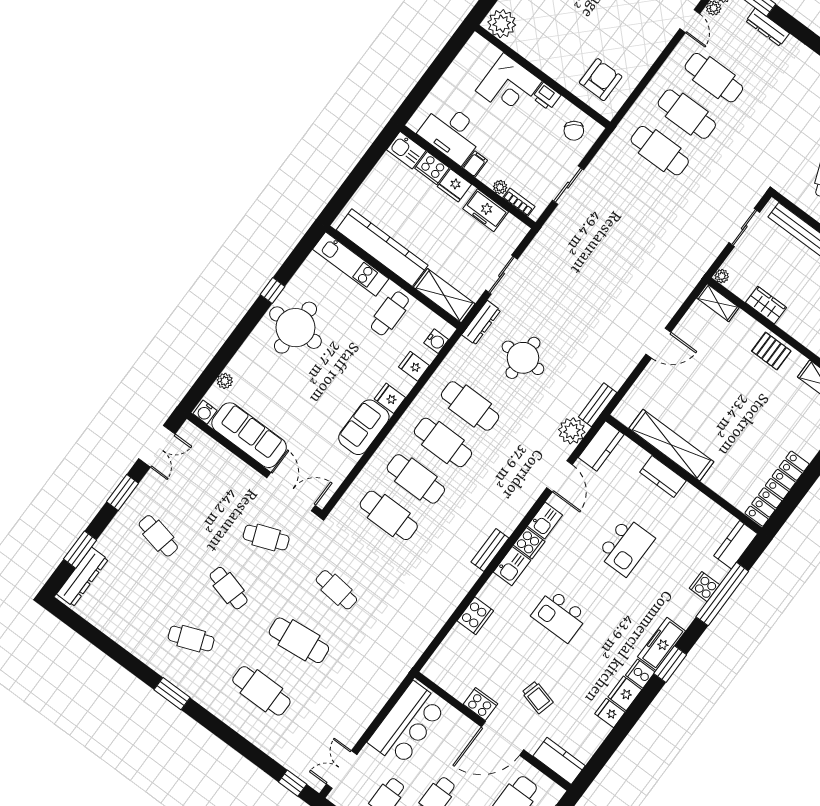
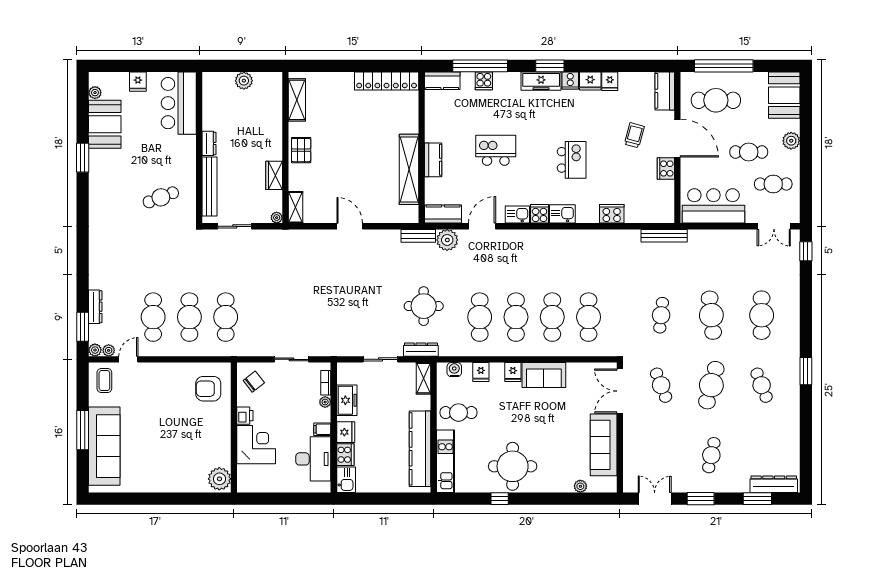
shelving: (444, 296) -> (424, 378), width x0.67, depth x0.75
water cooler: (205, 412) -> (610, 484), removed
bench: (490, 550) -> (664, 236), moved, width x1.36
cafe table: (229, 588) -> (711, 385), width x1.37, depth x1.35

